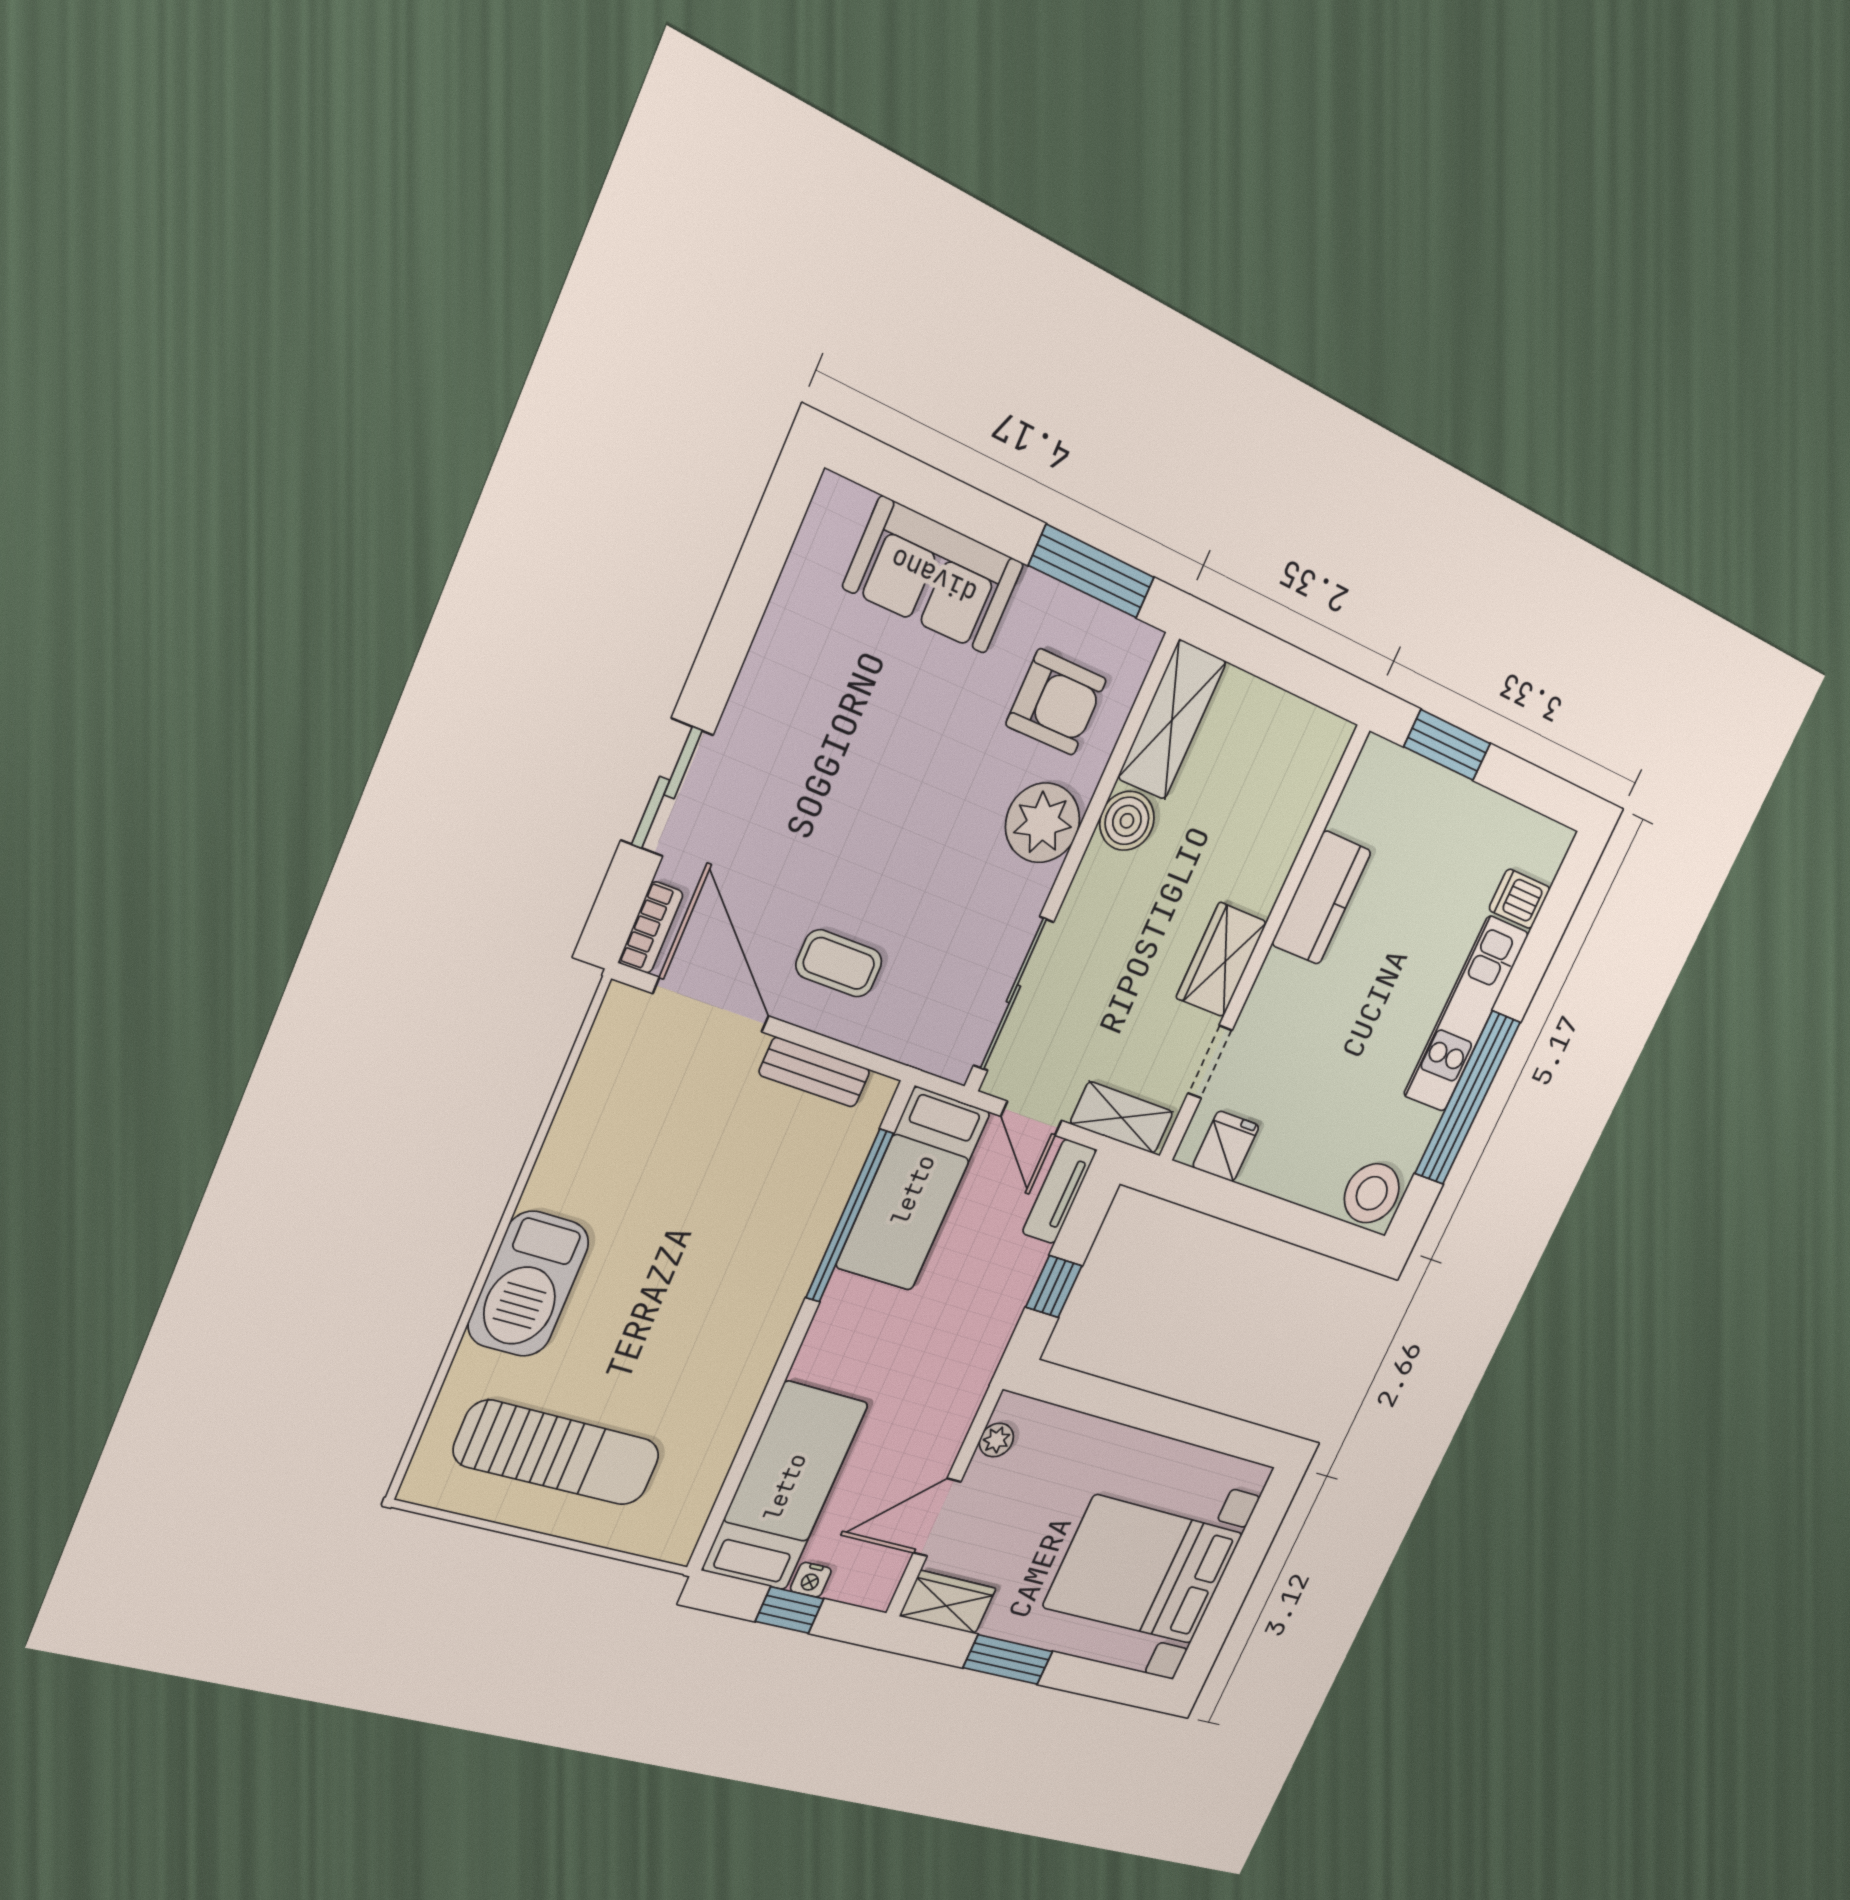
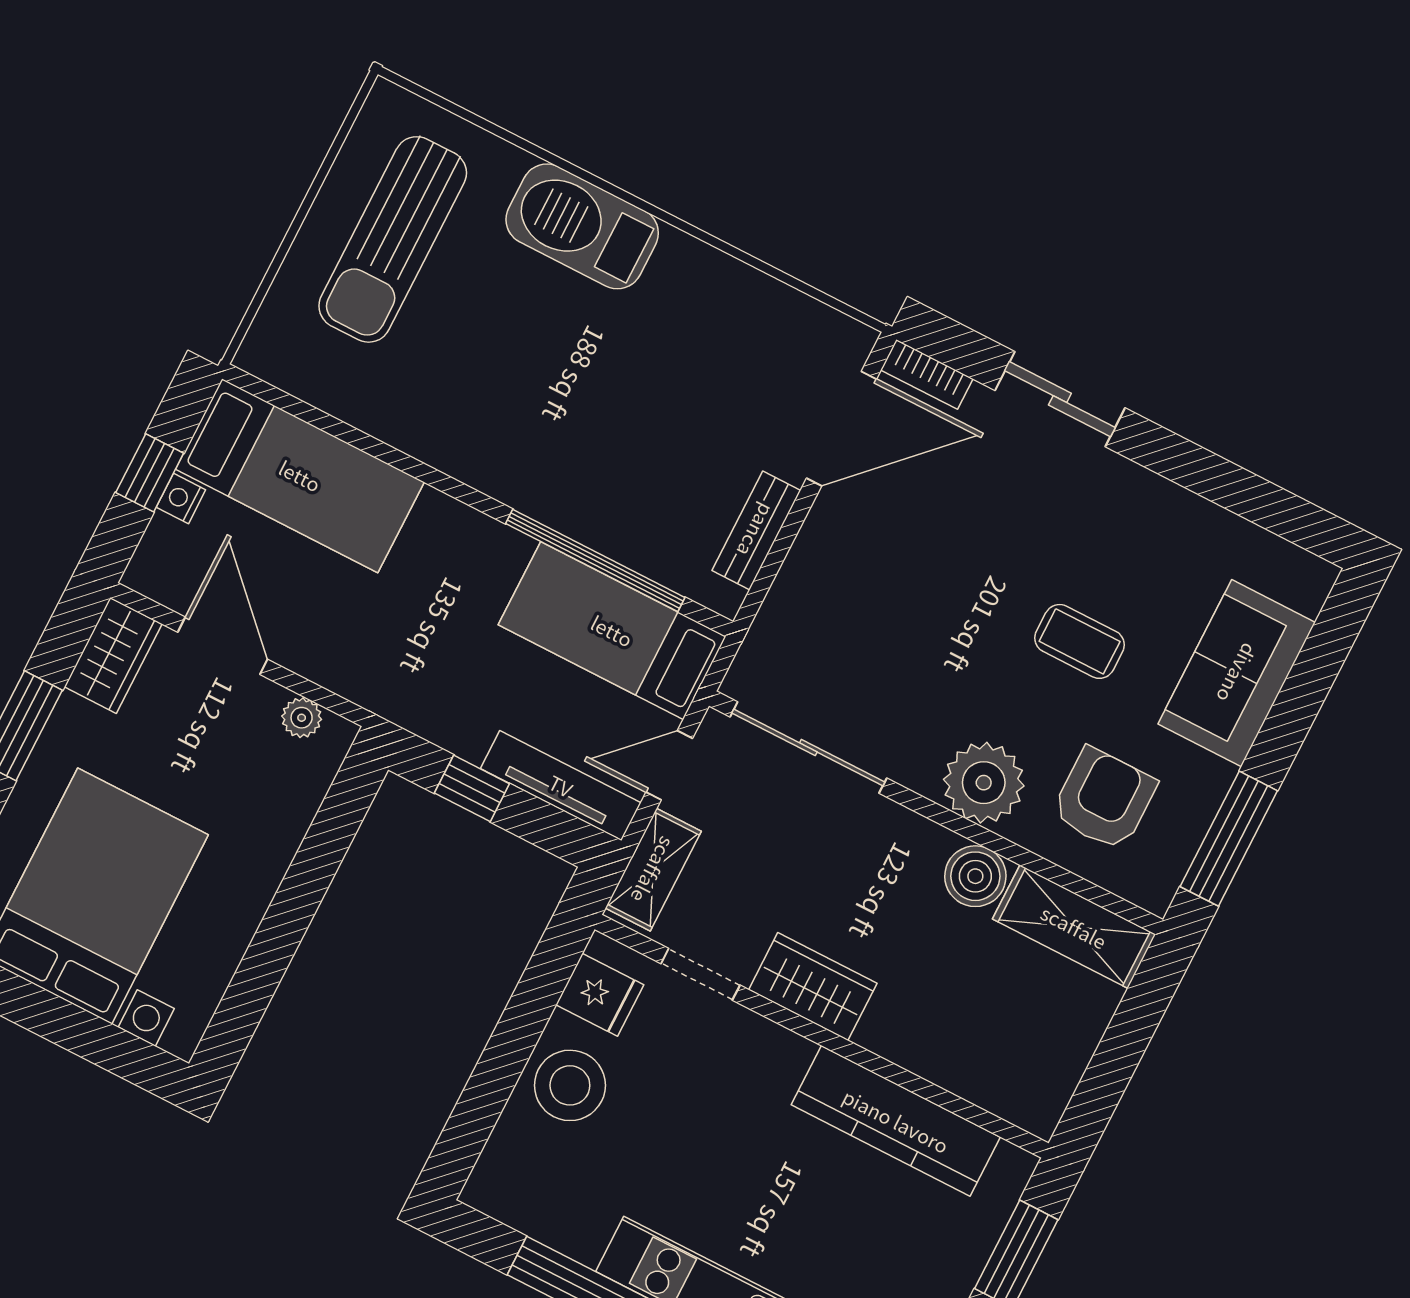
armchair: (1056, 702) -> (1104, 799), turned 180
kitchen counter: (1321, 898) -> (896, 1121), width x1.50
coffee table: (839, 963) -> (1080, 641), moved, turned 90
tv unit: (1059, 1191) -> (561, 786), width x1.41
stool: (1372, 1193) -> (570, 1085), moved

